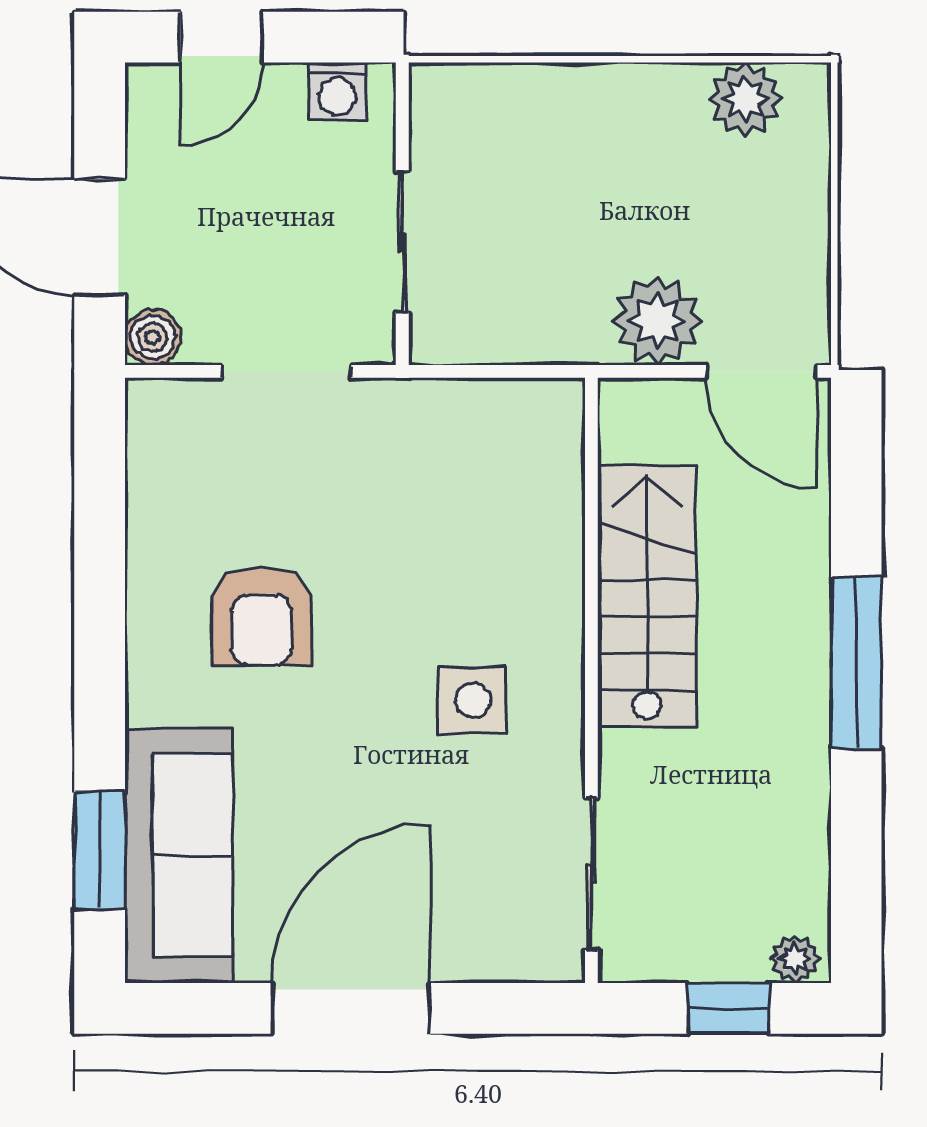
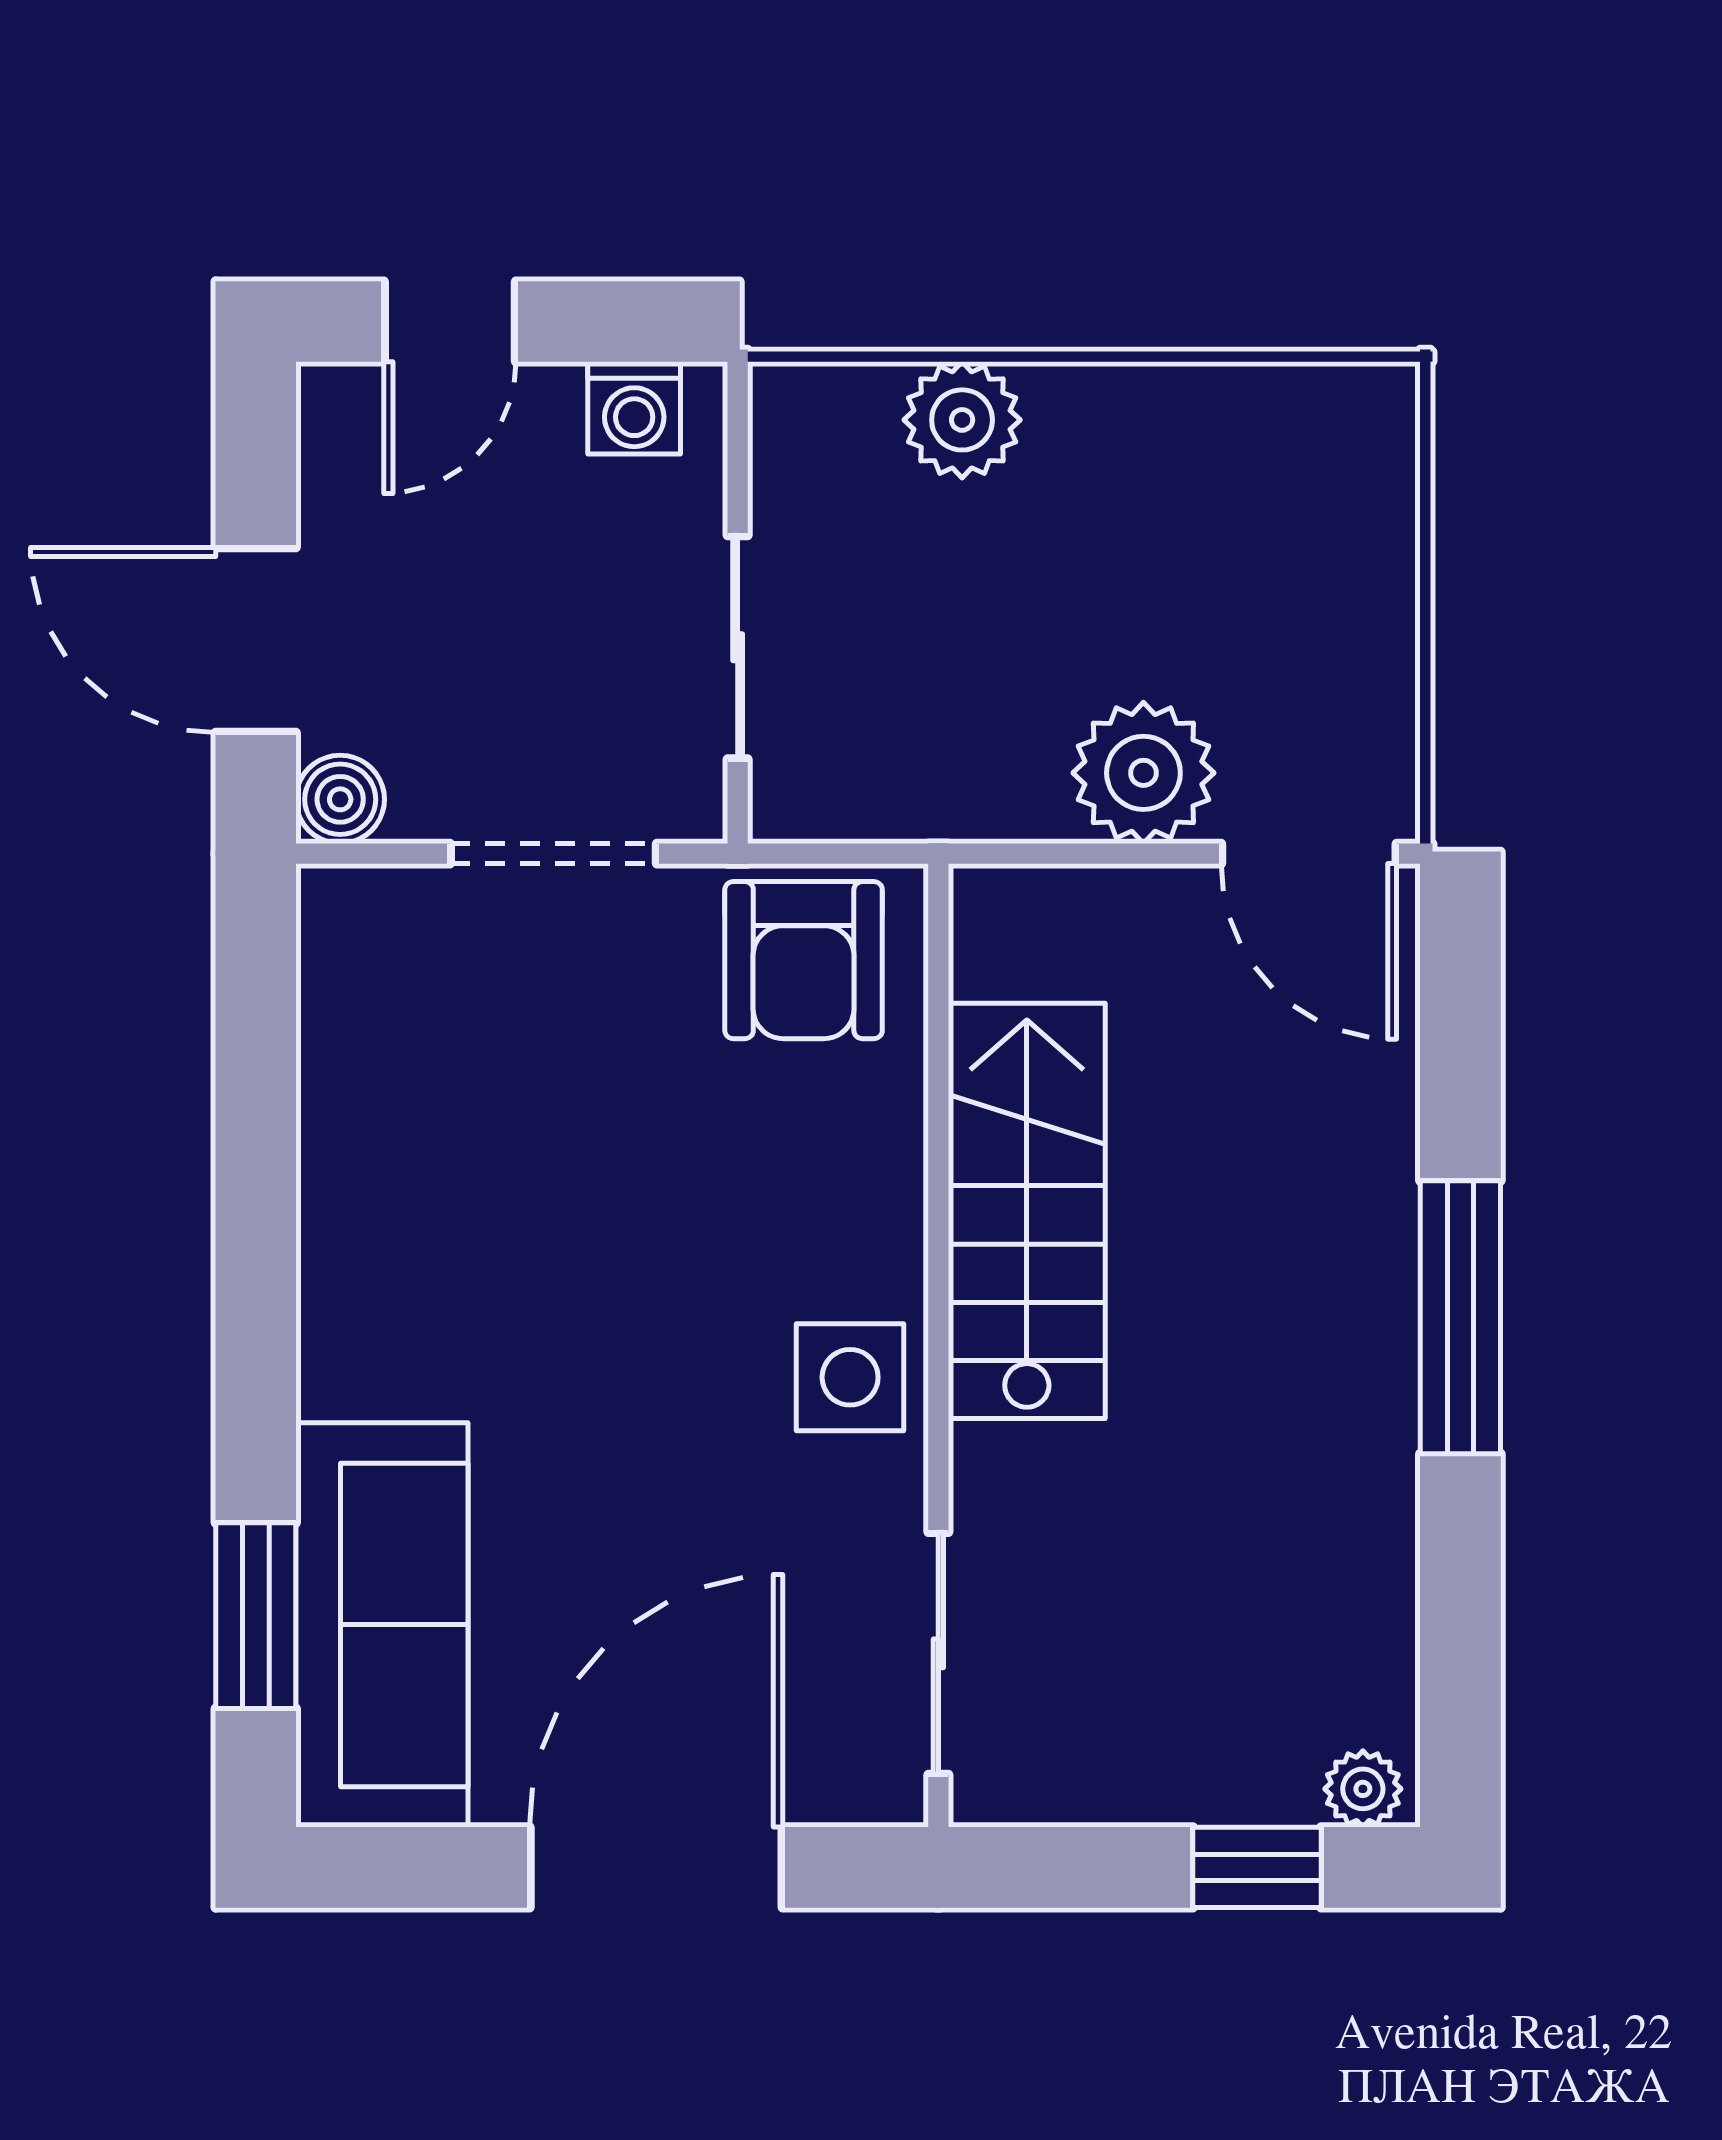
plant: (746, 99) -> (962, 420), moved
stairs: (647, 596) -> (1027, 1211), moved
armchair: (262, 616) -> (804, 960), moved
wall: (591, 680) -> (938, 1345), moved
sliding door: (591, 874) -> (938, 1653), moved

